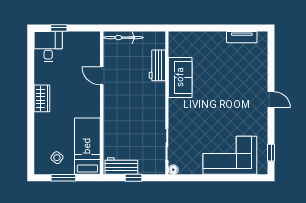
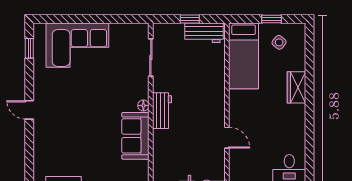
workbench: (157, 65) -> (162, 111), moved
wardrobe: (42, 98) -> (297, 87), moved
floor lamp: (173, 170) -> (143, 106), moved
window: (63, 178) -> (272, 19), width x0.67

